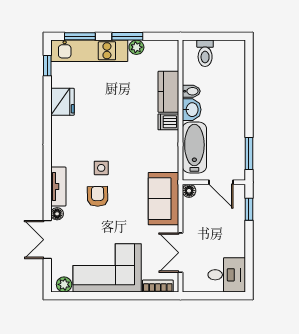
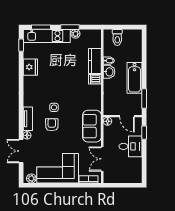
bathtub: (194, 147) -> (135, 78), moved, turned 180
desk: (227, 275) -> (131, 146), moved

